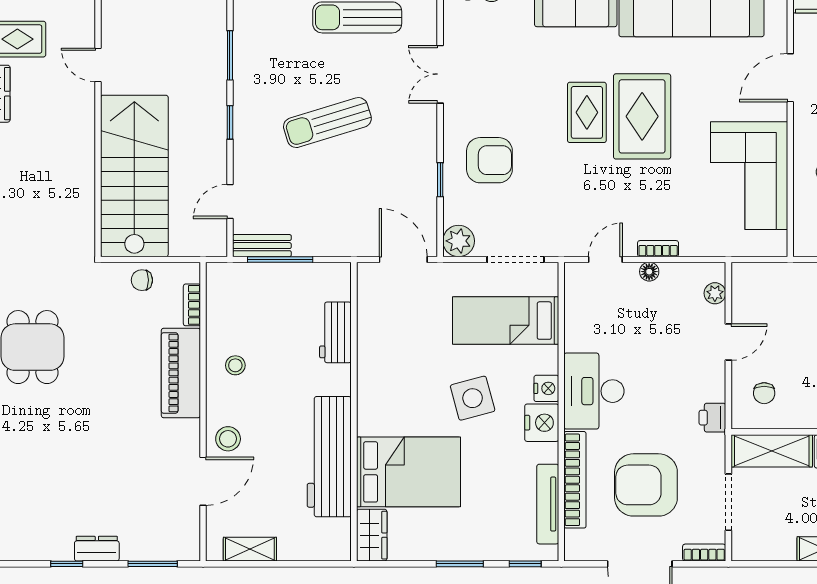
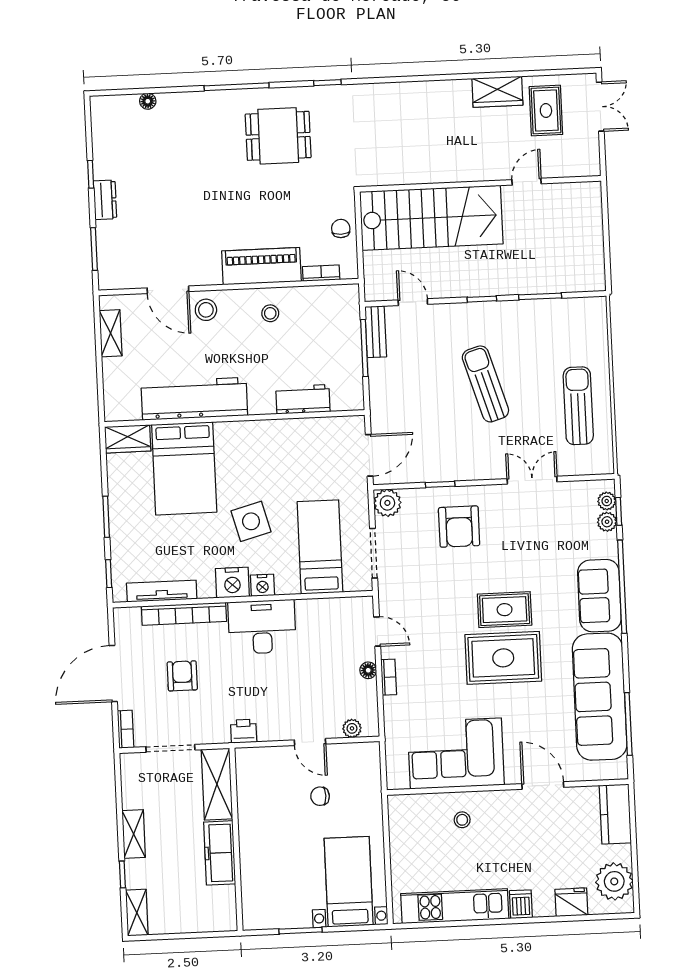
chair: (764, 393) -> (320, 796), moved
armchair: (646, 485) -> (182, 676), width x0.53, depth x0.53

